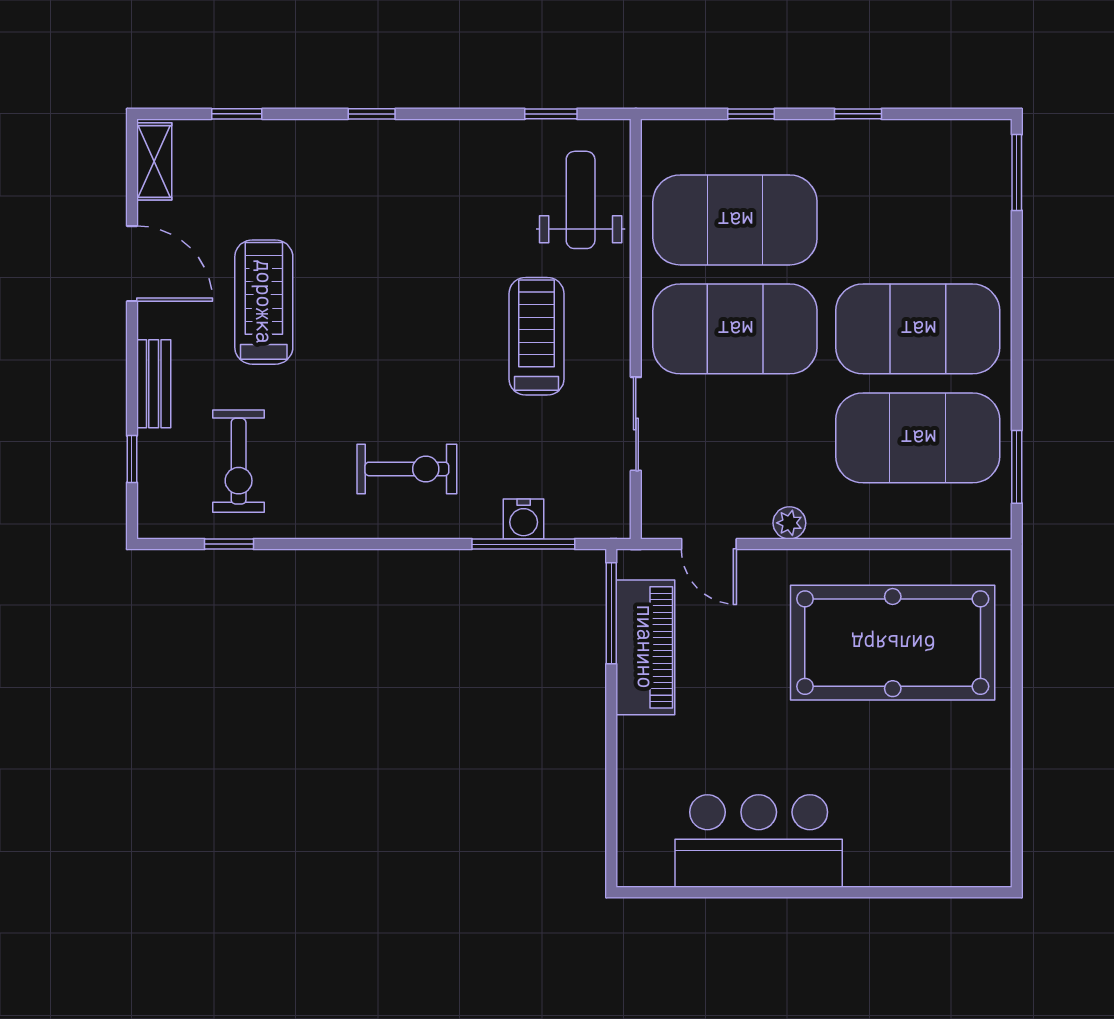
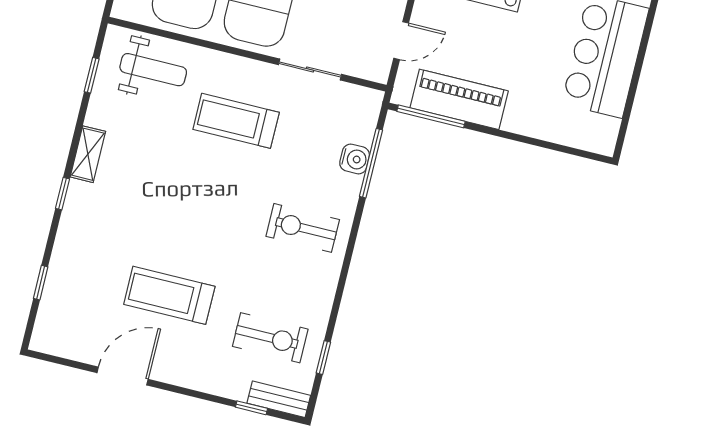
shelving: (154, 161) -> (88, 154), moved, turned 90
weight bench: (581, 200) -> (153, 70), turned 180
bench: (154, 384) -> (279, 399), moved
exercise bike: (407, 469) -> (303, 228), turned -90

